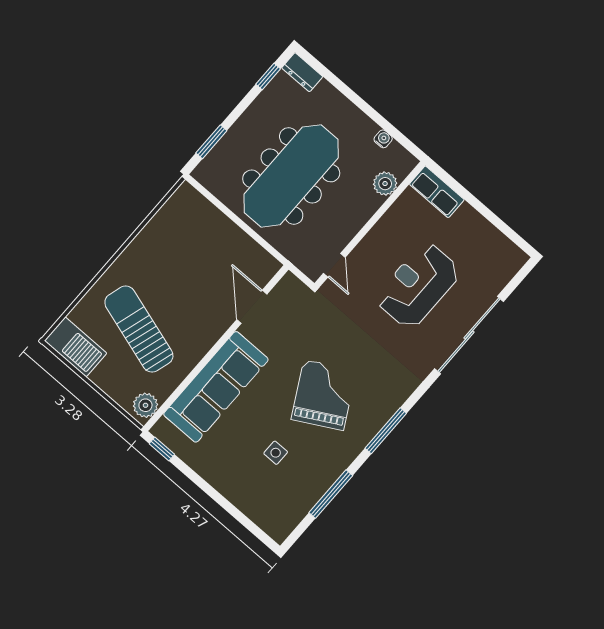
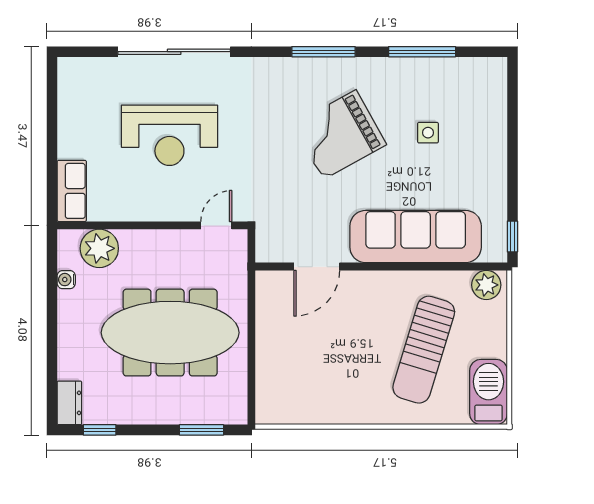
plant: (385, 184) -> (99, 248), width x1.36, depth x1.36

